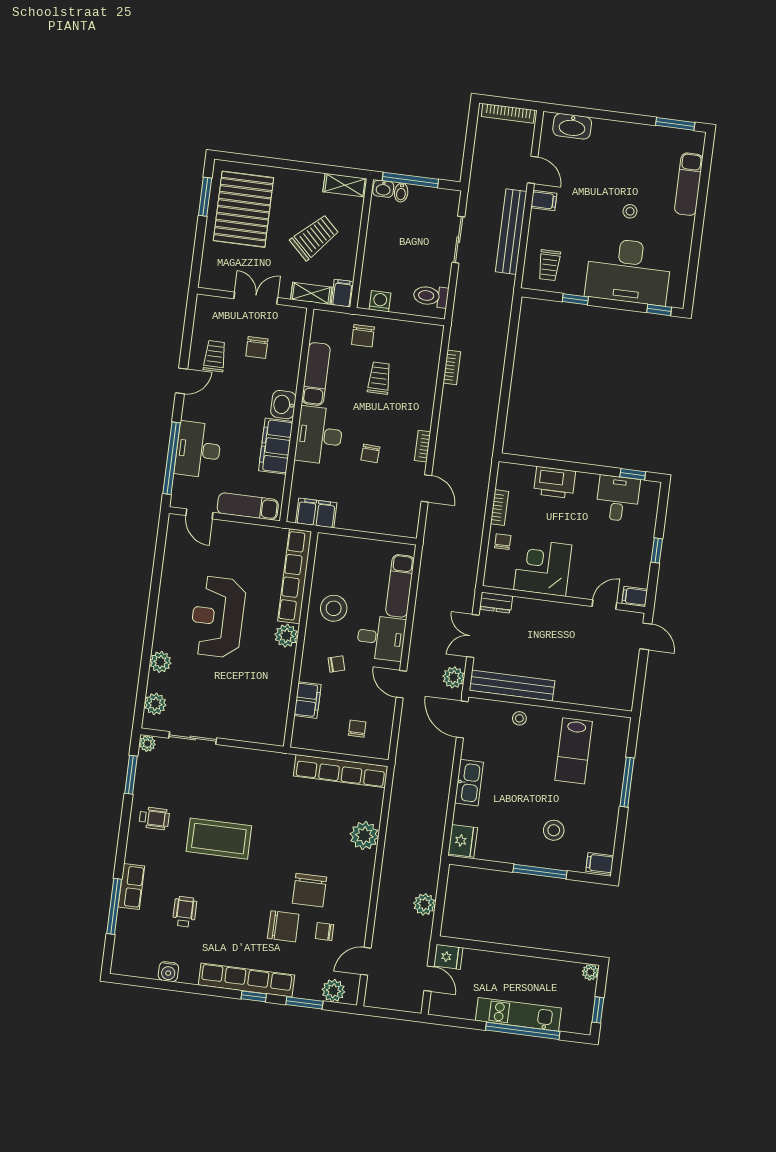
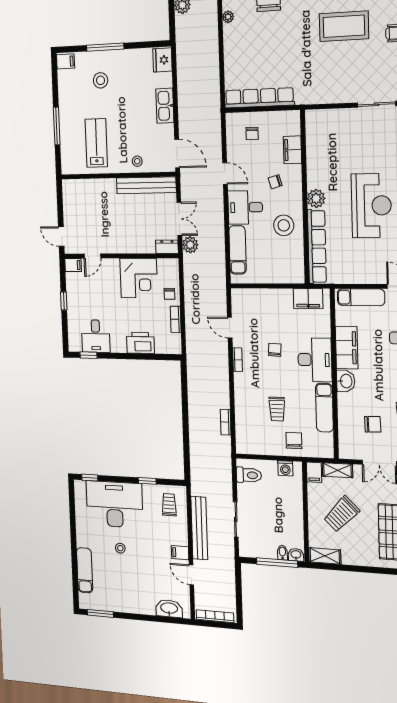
chair: (257, 347) -> (373, 424), turned 88
plant: (454, 677) -> (190, 245), moved
plant: (364, 836) -> (228, 17), moved, width x0.53, depth x0.53

